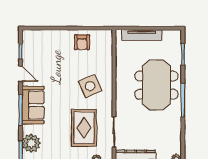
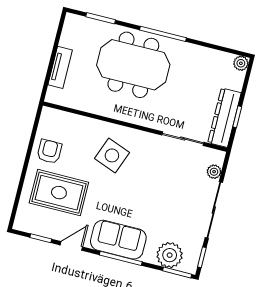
tv unit: (142, 35) -> (60, 67), width x0.71
armchair: (82, 42) -> (49, 151), turned -90
side table: (90, 86) -> (112, 155), turned 45
rug: (84, 128) -> (59, 193), moved

